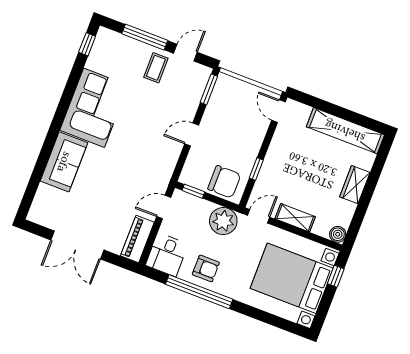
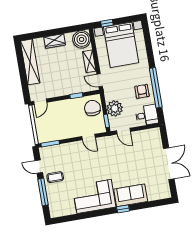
window: (87, 44) -> (123, 209), moved
door: (192, 135) -> (89, 137), moved
plant: (223, 221) -> (115, 108), moved
boiler: (338, 234) -> (82, 39), width x1.86, depth x1.86
piano: (137, 239) -> (148, 135), removed

